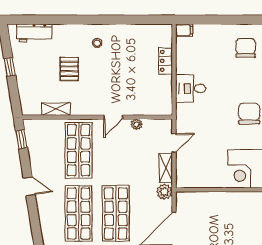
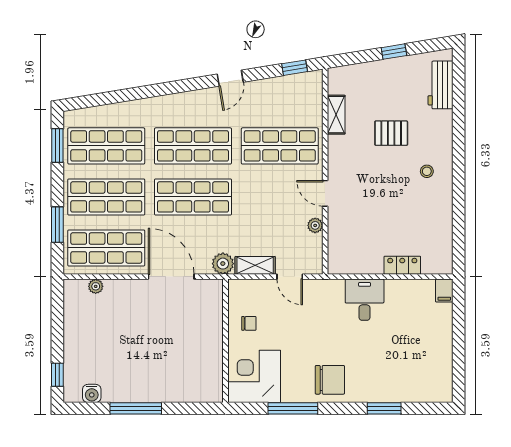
chair: (246, 48) -> (249, 323), moved, width x0.54, depth x0.54

